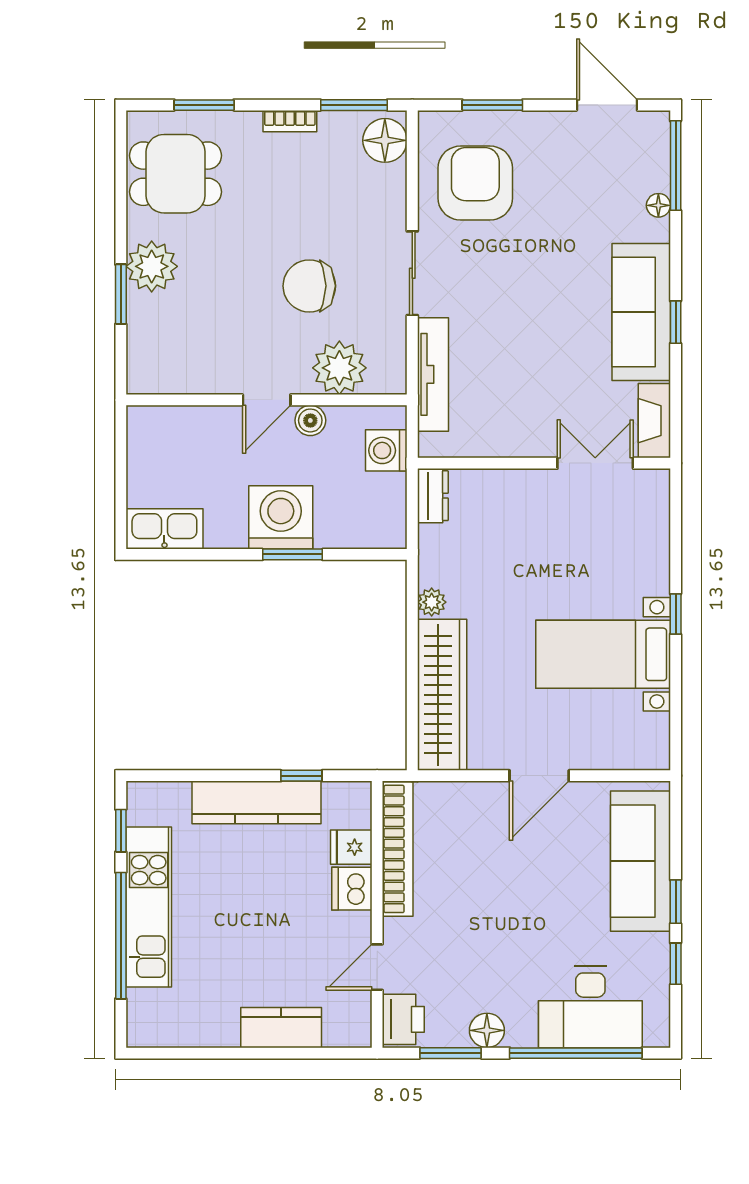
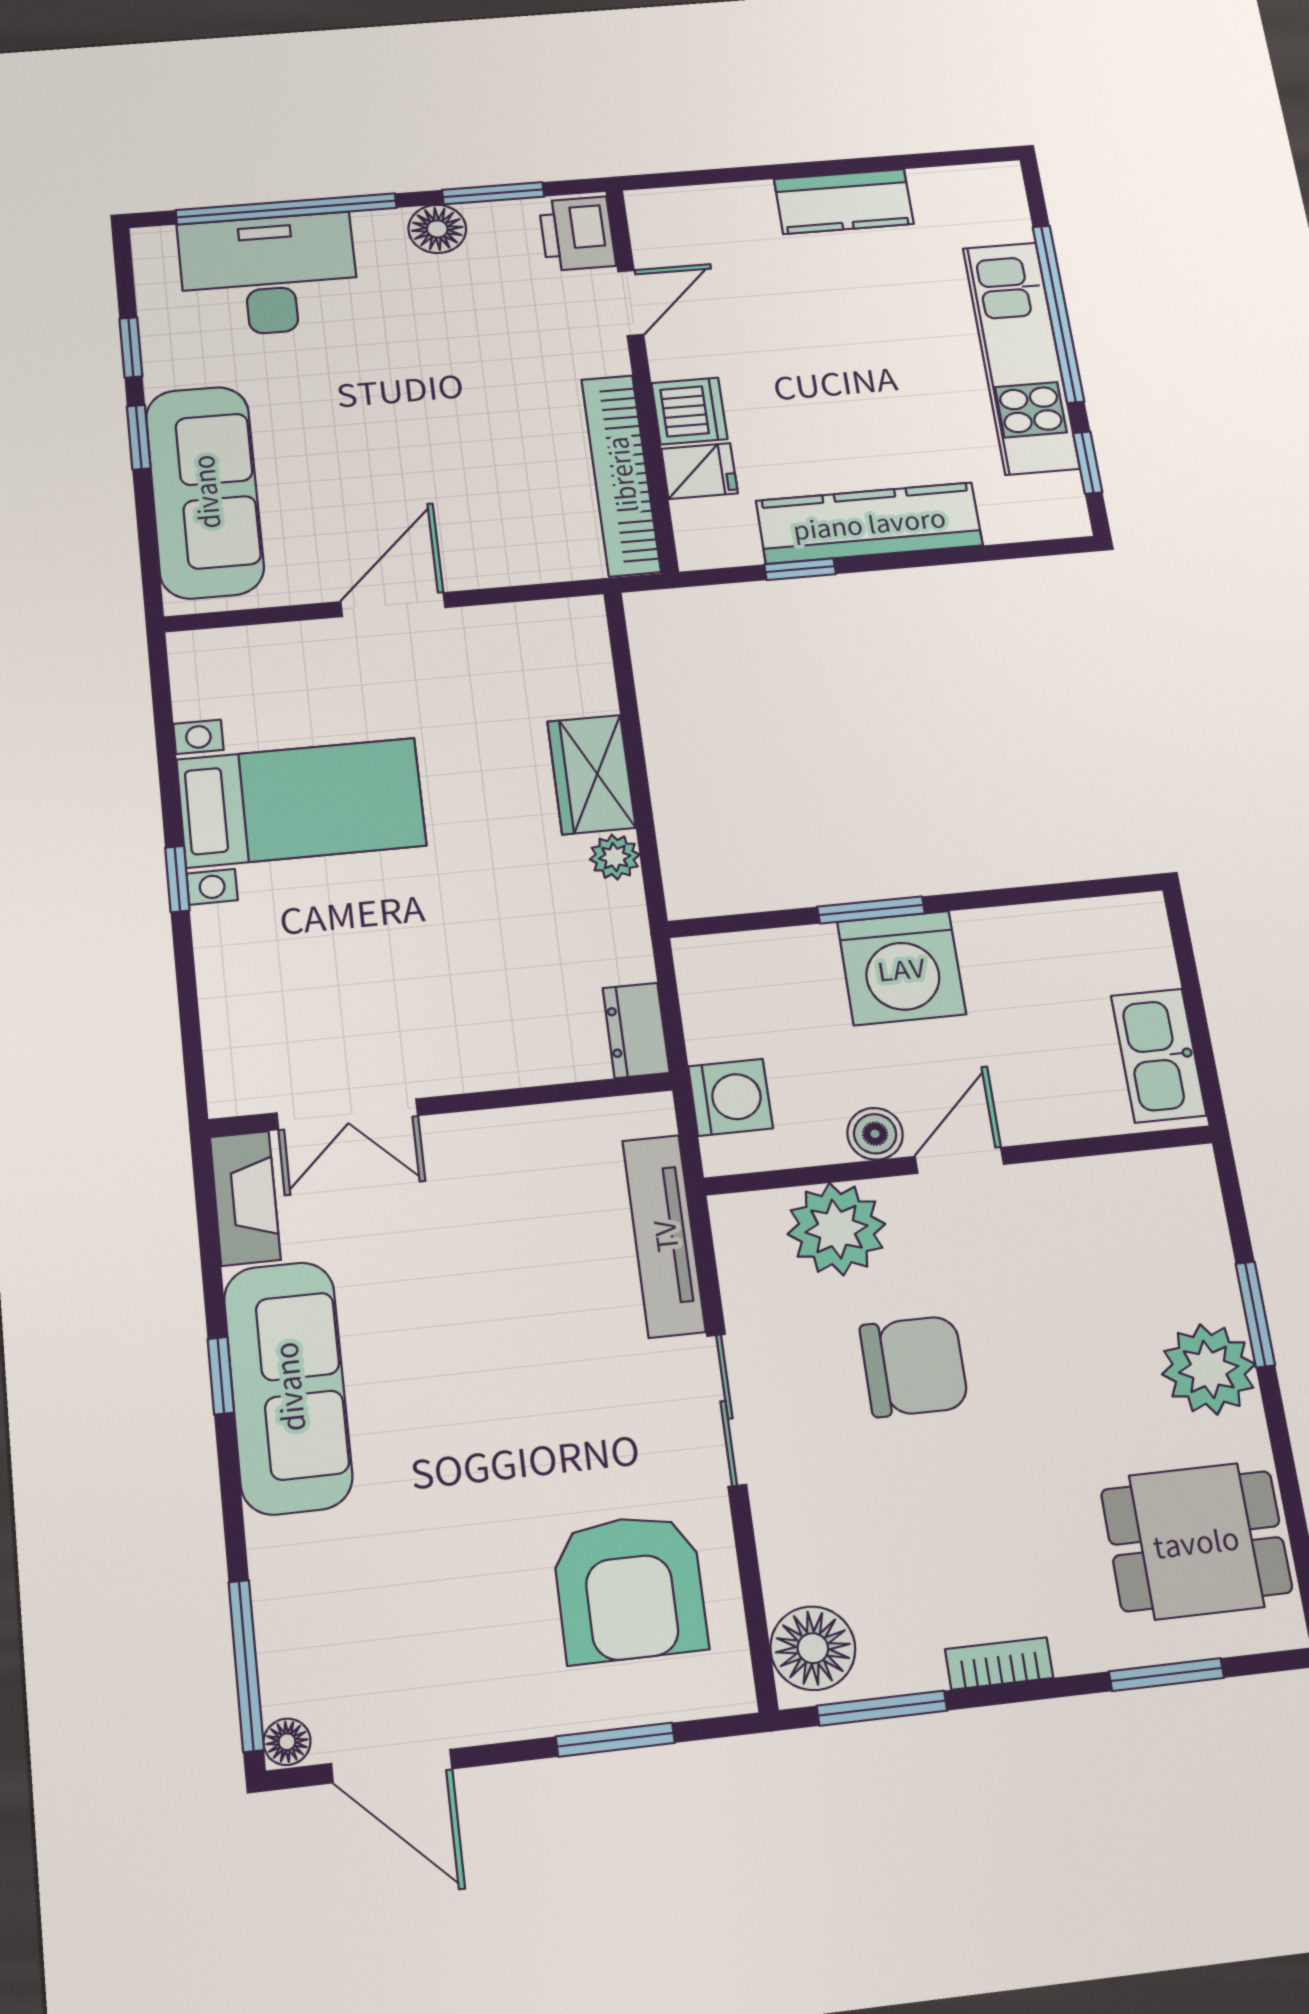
floor lamp: (658, 205) -> (287, 1742), moved
kitchen sink: (164, 529) -> (1158, 1055), moved, turned 90
wardrobe: (442, 695) -> (591, 774), width x0.48, depth x0.85
kitchen counter: (281, 1028) -> (844, 201), moved

